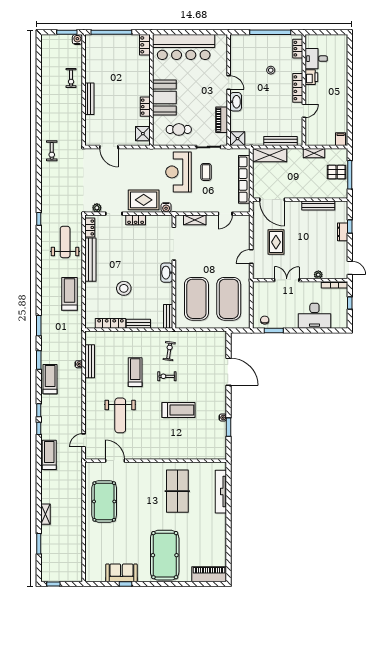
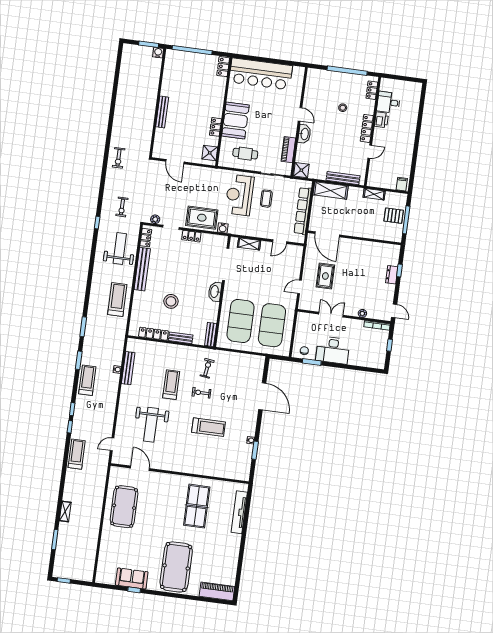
exercise bike: (71, 78) -> (122, 207), moved
bench: (318, 206) -> (372, 246), removed
desk: (314, 316) -> (333, 350), moved

